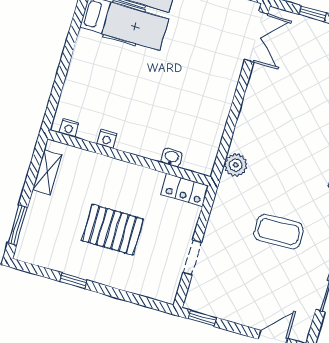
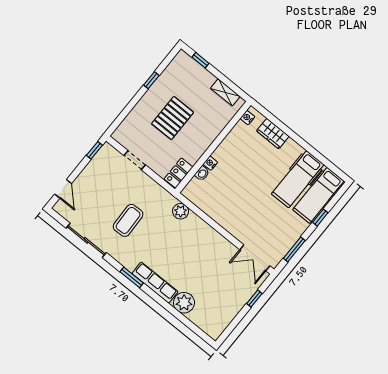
wardrobe: (76, 84) -> (273, 134), added
nightstand: (107, 139) -> (210, 163), moved
window: (18, 225) -> (200, 60), width x0.67

